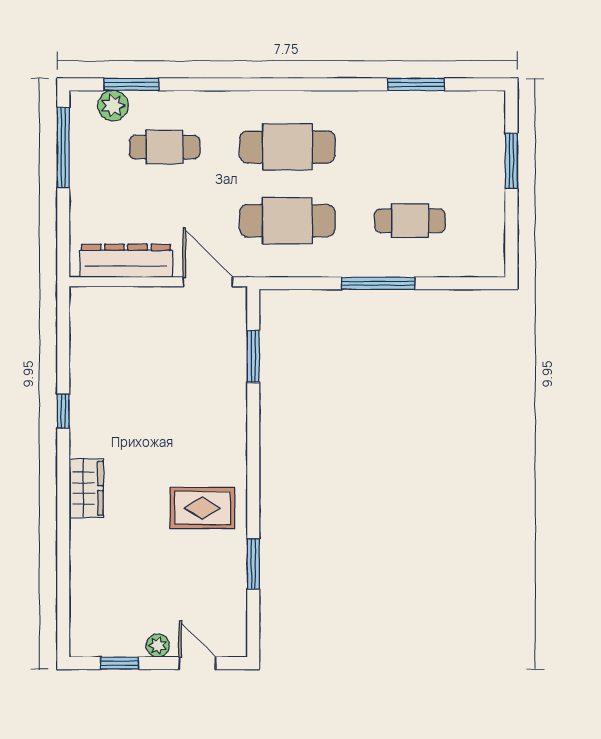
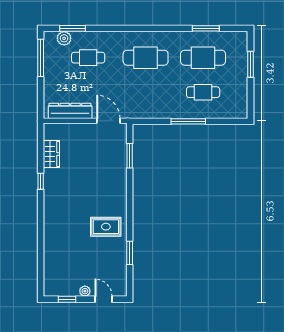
cafe table: (287, 221) -> (203, 58), moved
wardrobe: (86, 488) -> (51, 154), moved

